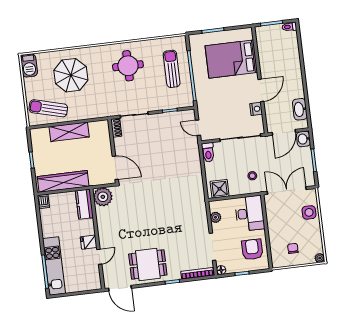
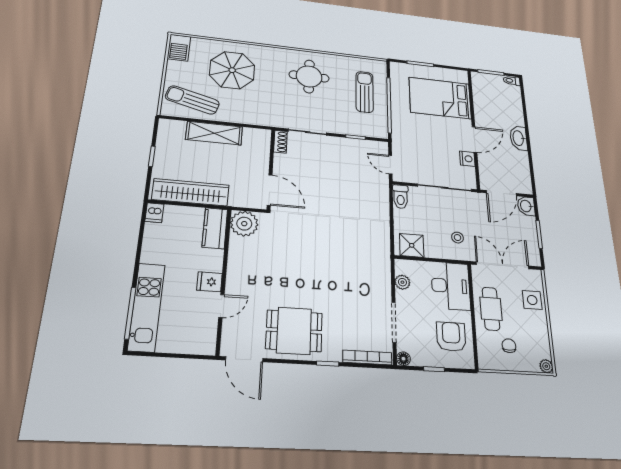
washbasin: (300, 109) -> (519, 138), moved
cafe table: (279, 225) -> (491, 309), added

